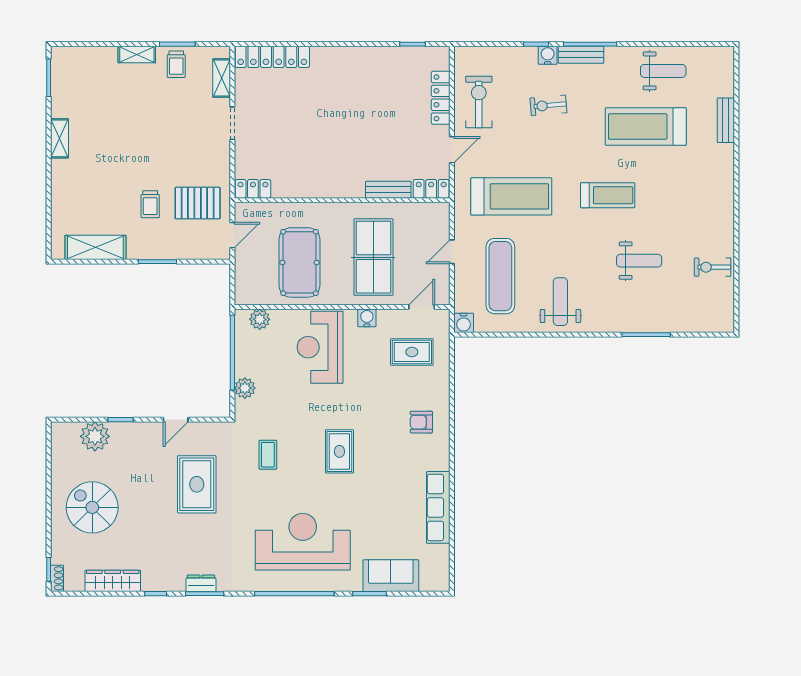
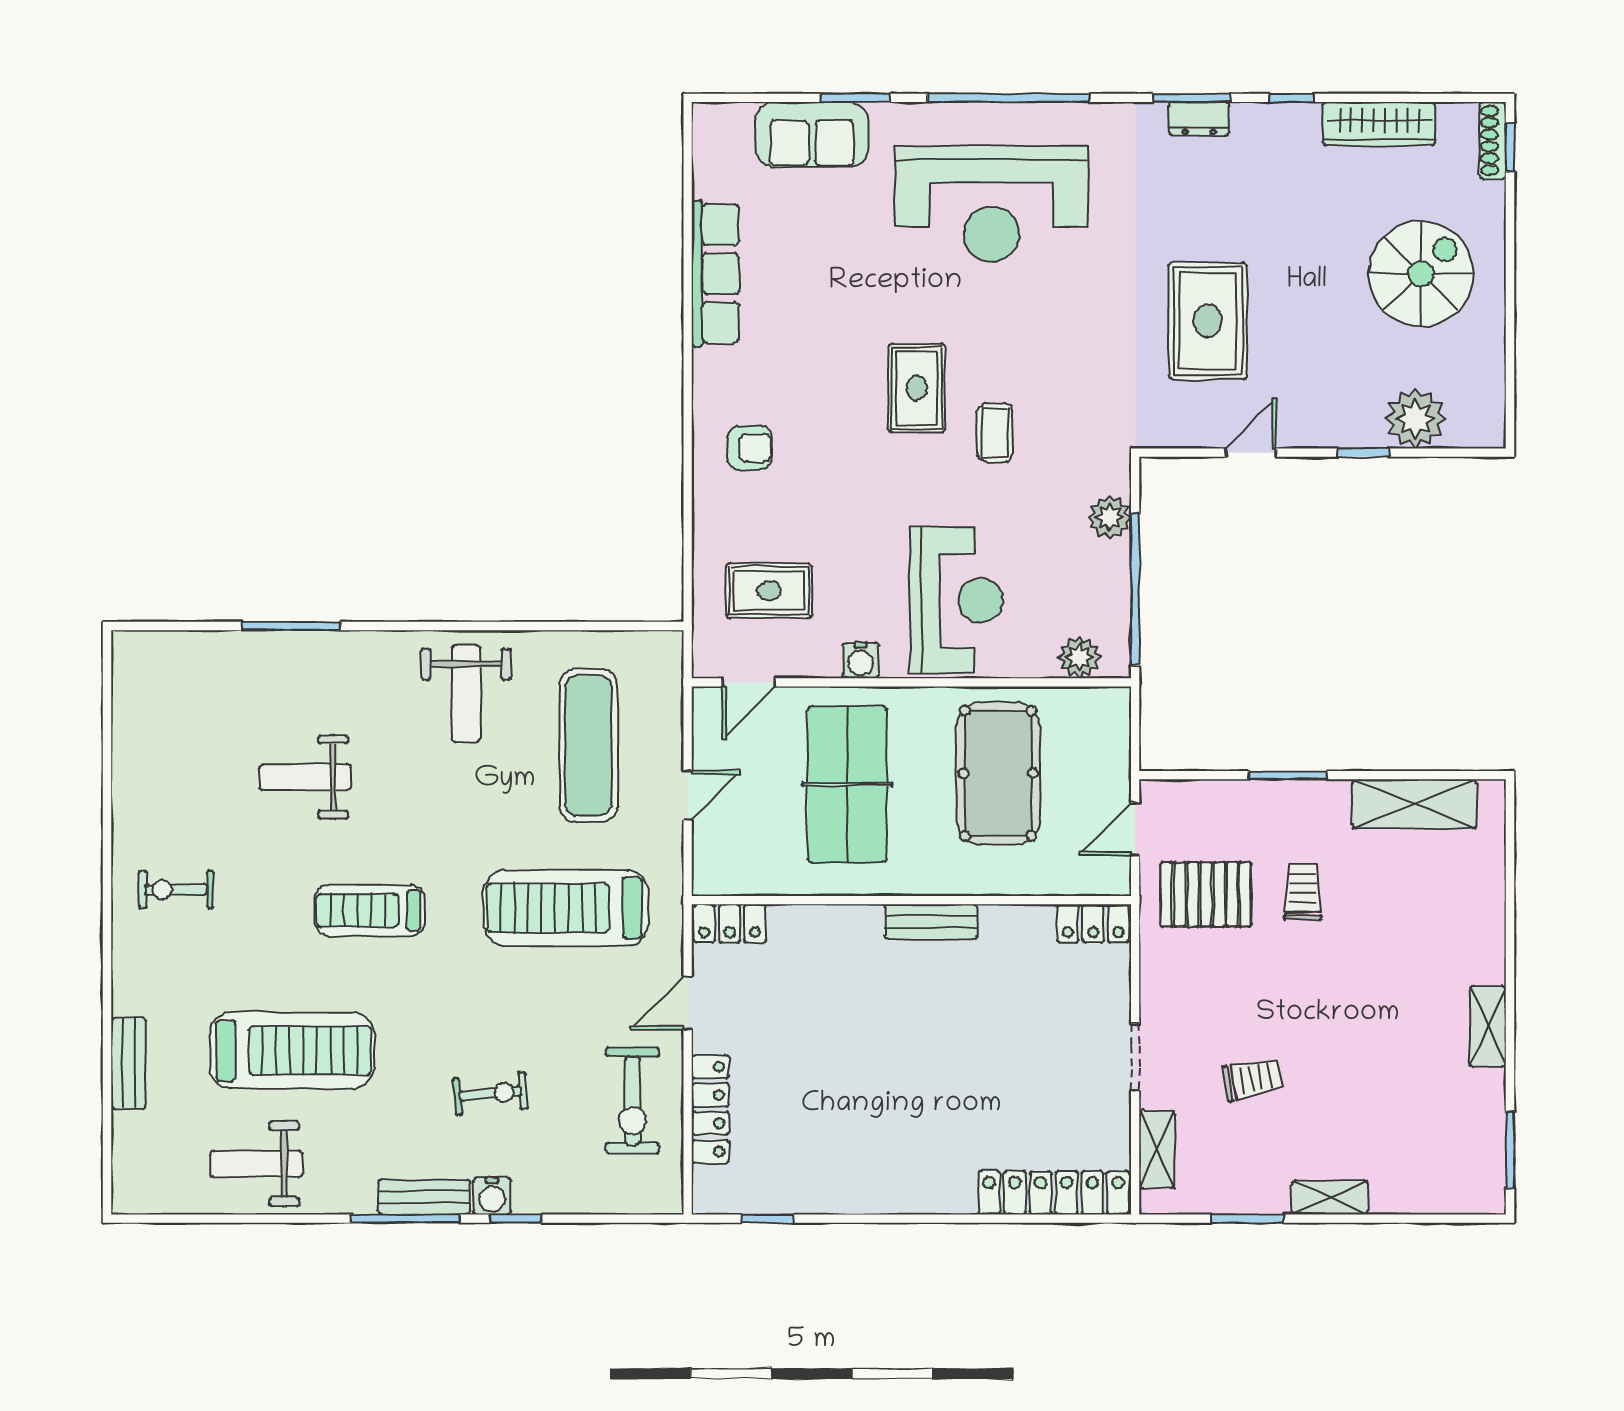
trolley: (176, 64) -> (1252, 1079), moved, turned 79
bench: (388, 190) -> (931, 922), moved
exercise bike: (713, 267) -> (176, 889), moved, turned 180
water cooler: (464, 323) -> (663, 650), removed
coffee table: (268, 455) -> (995, 433), moved
spiral stairs: (92, 507) -> (1421, 274), turned -90
shoe rack: (57, 578) -> (1493, 141), width x1.43

